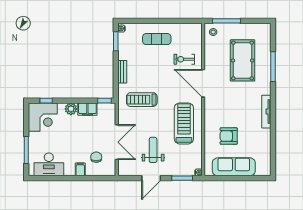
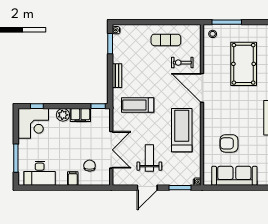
exercise mat: (157, 39) -> (166, 40), moved

